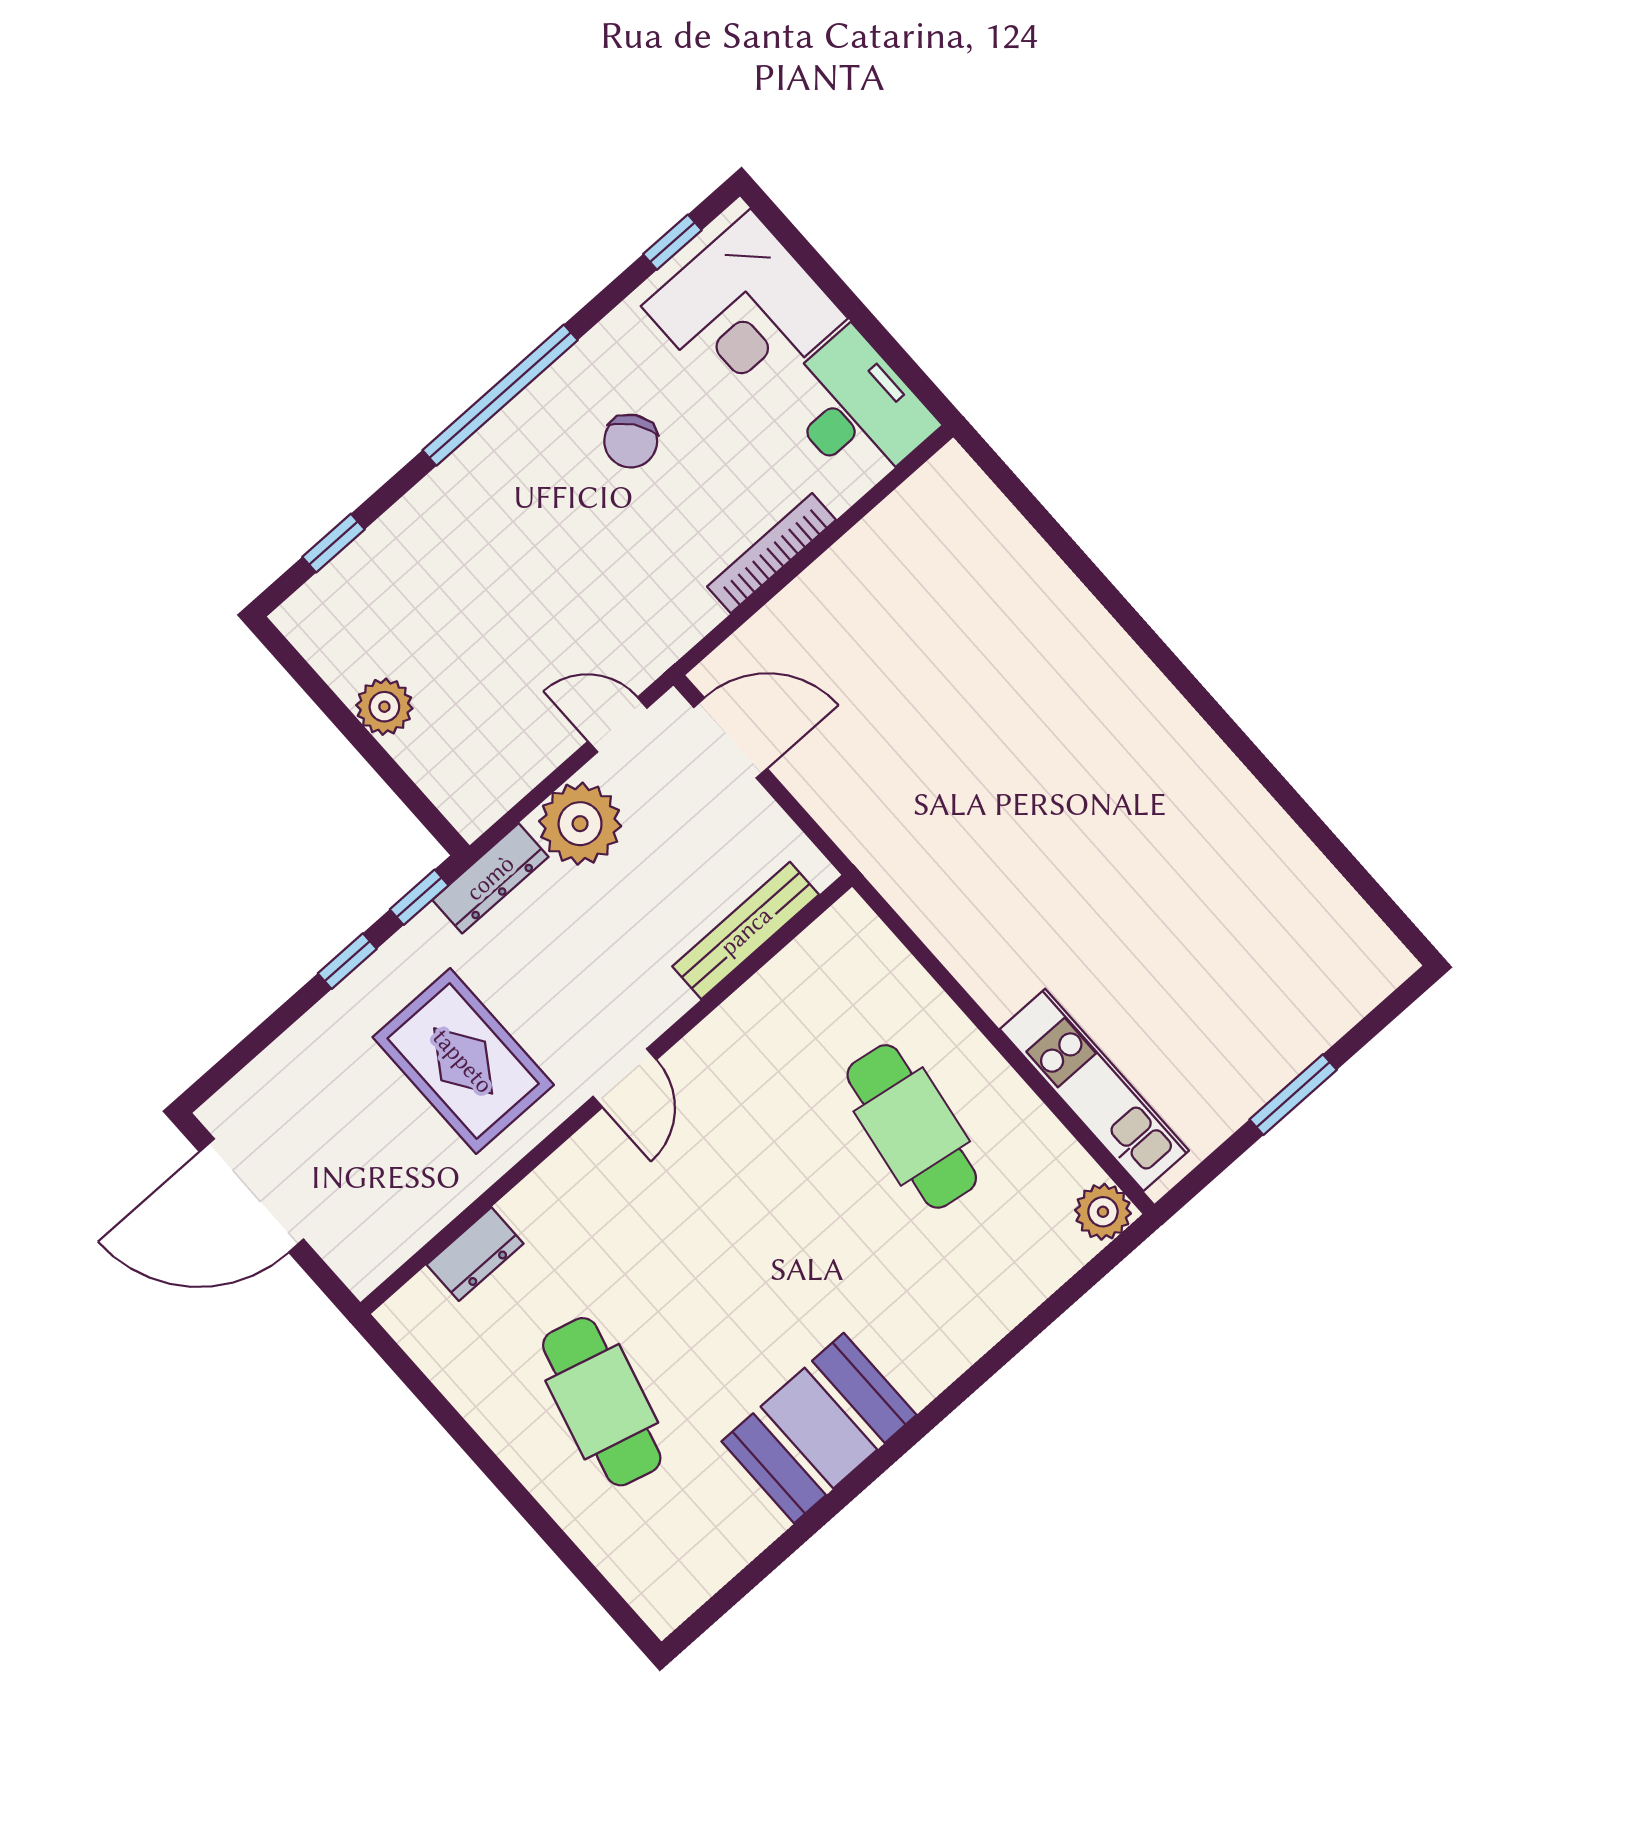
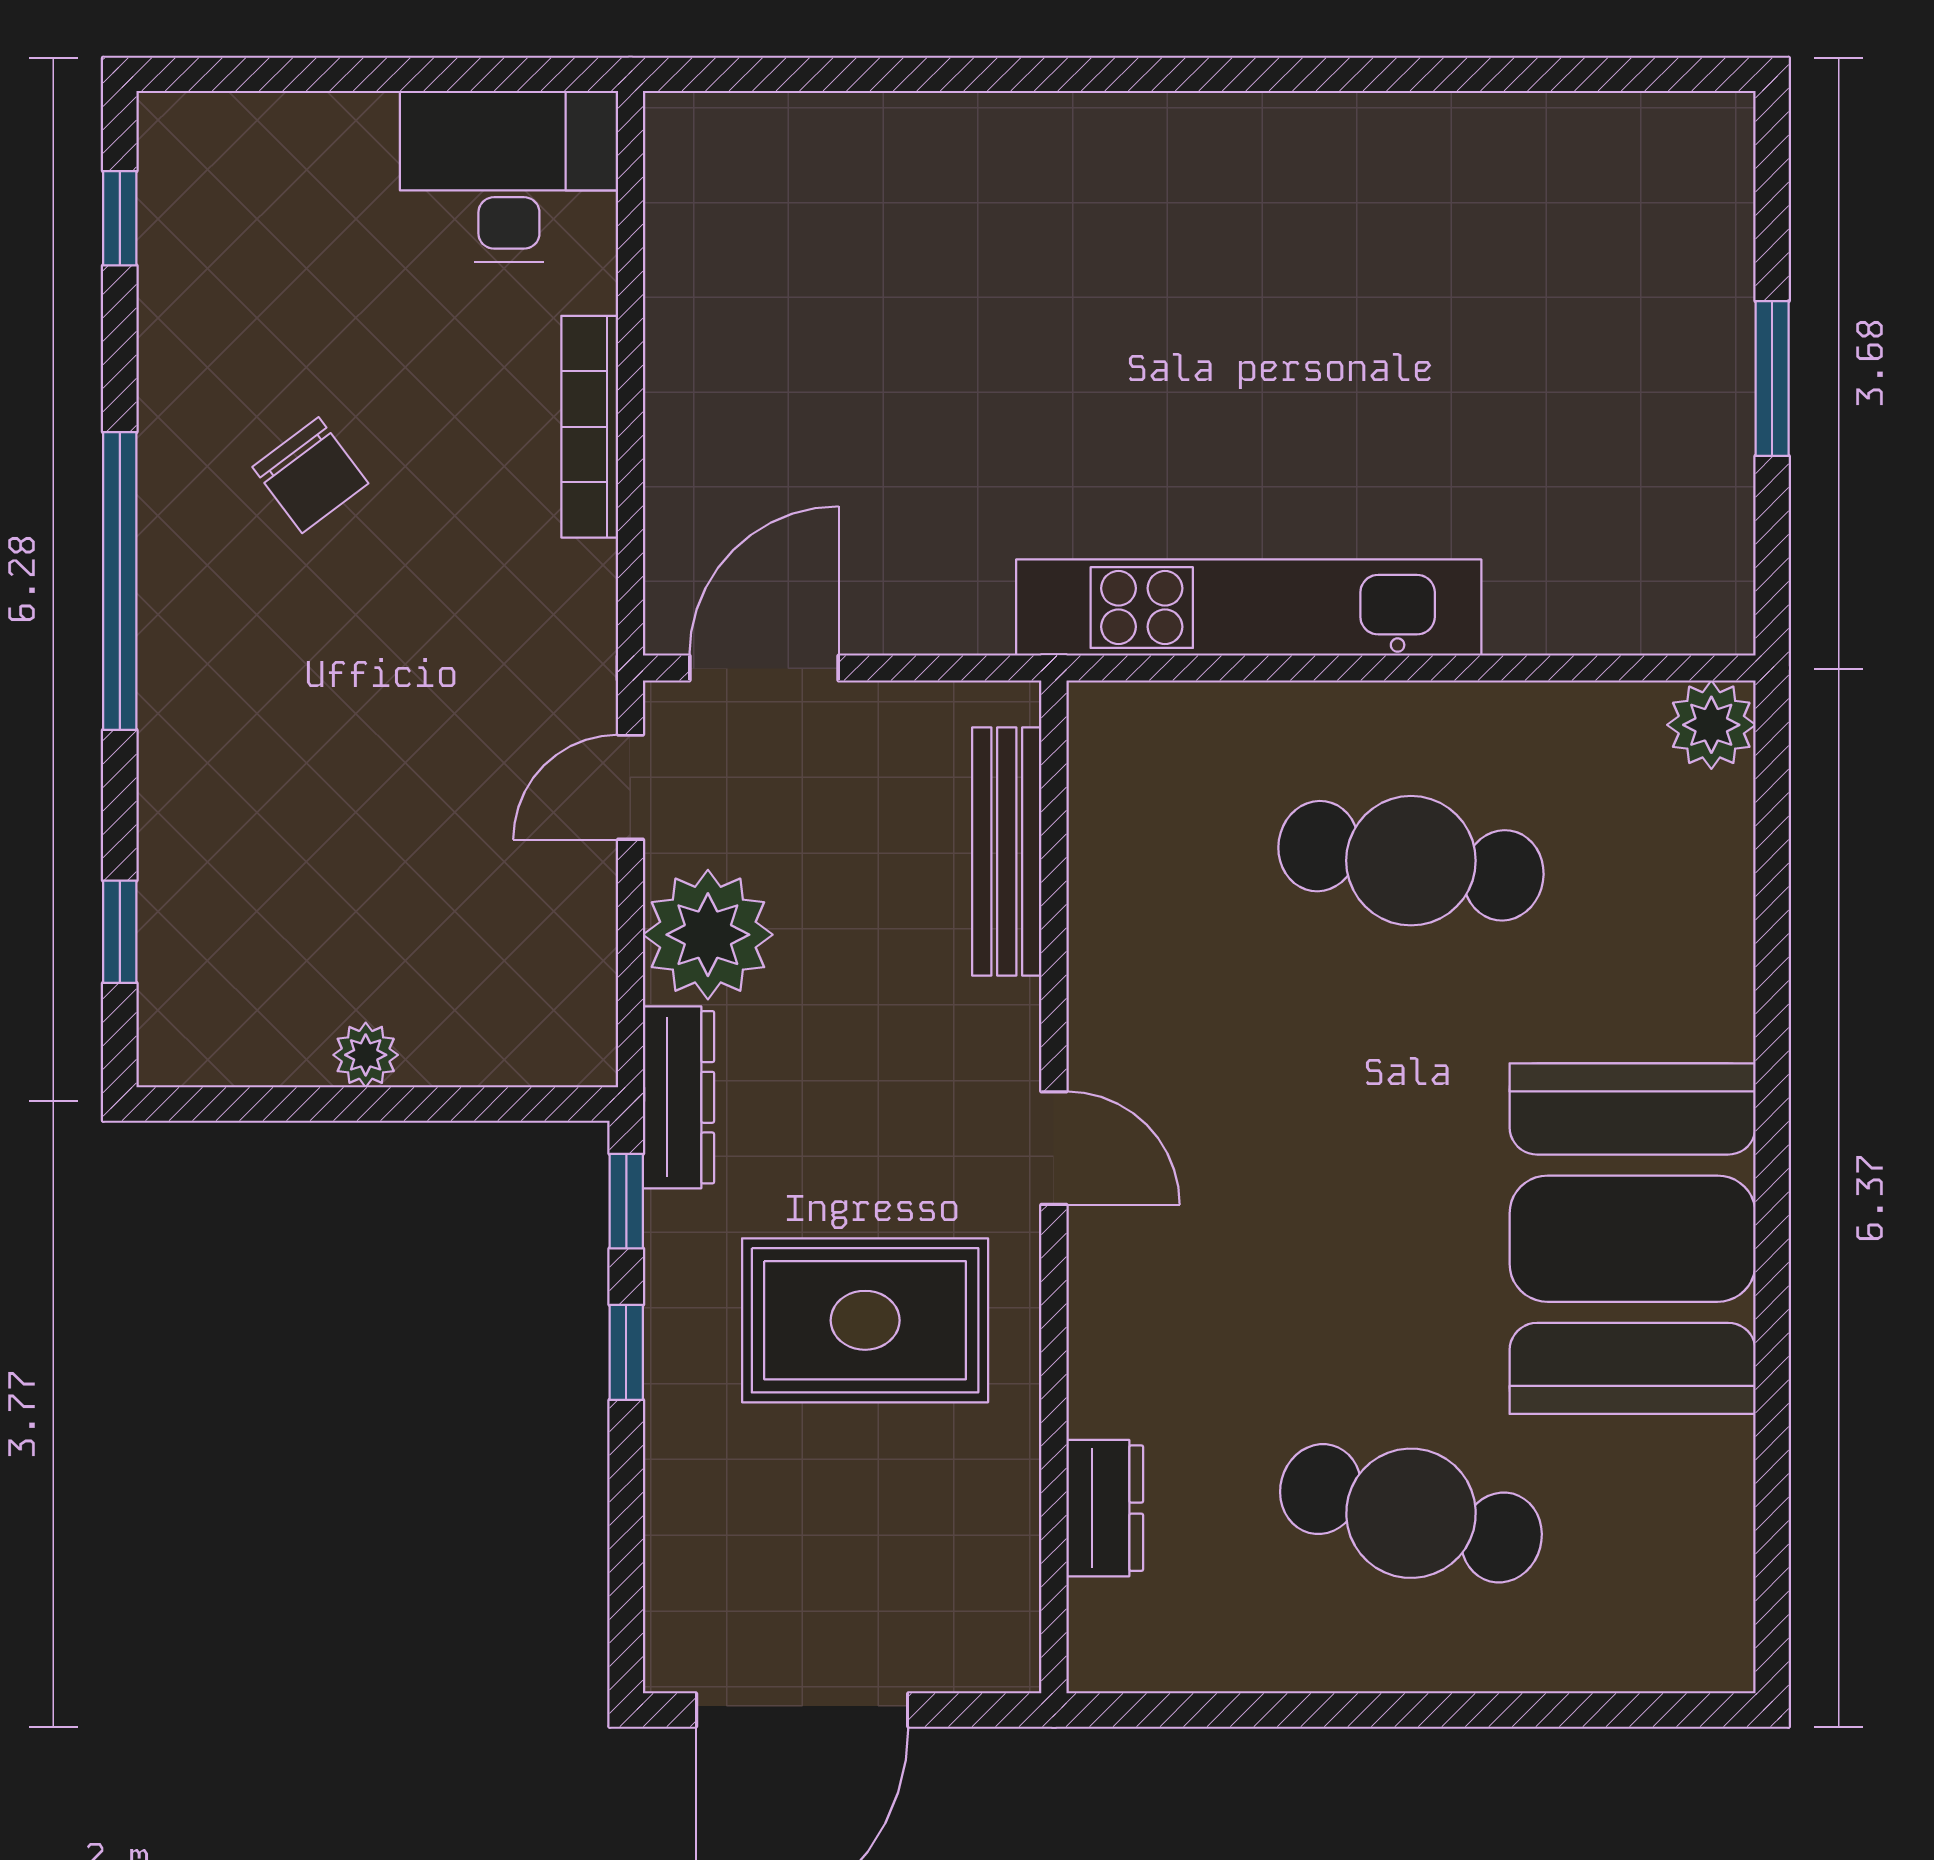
corner desk: (744, 312) -> (278, 207), removed
plant: (384, 707) -> (366, 1055), width x0.73, depth x0.73
kitchen unit: (1094, 1090) -> (1249, 608), moved, width x1.36
booth: (819, 1428) -> (1633, 1239), width x1.36, depth x1.42

